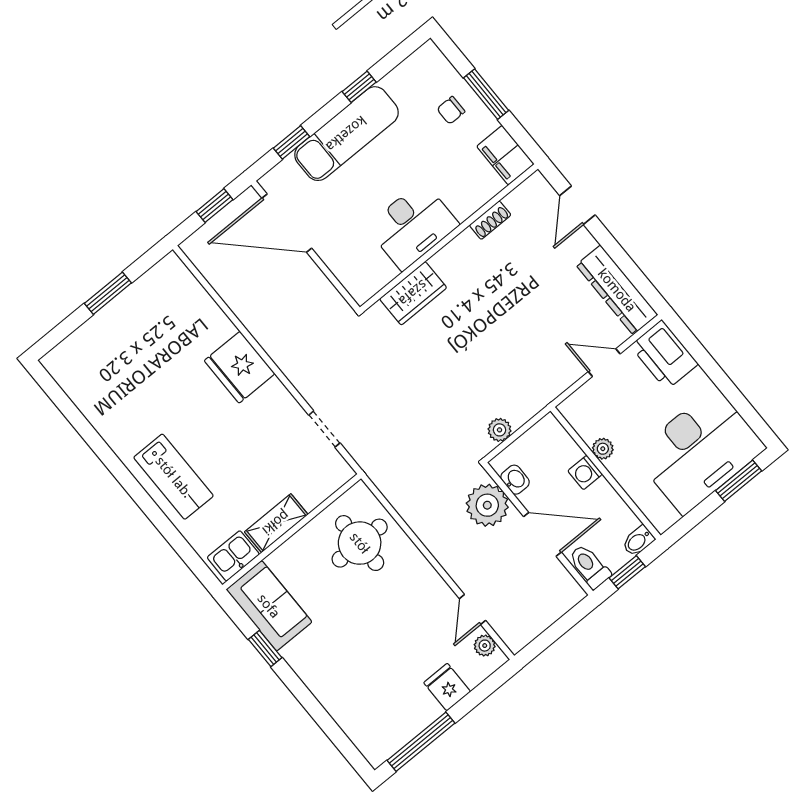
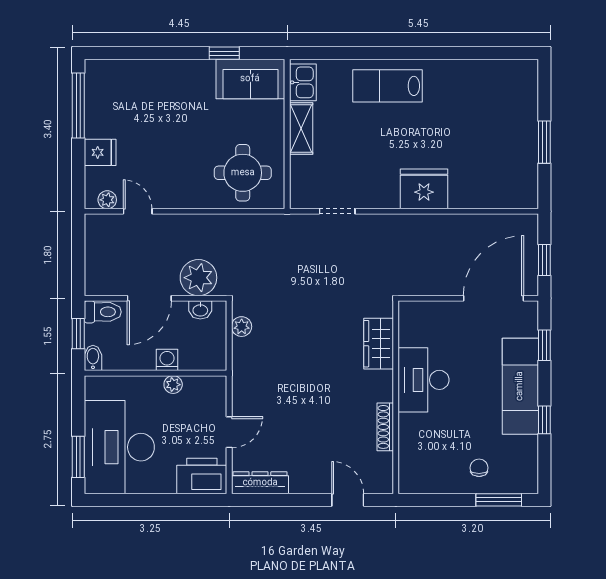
window: (486, 94) -> (499, 500), moved
filing cabinet: (505, 155) -> (420, 479), removed
shoe rack: (490, 220) -> (385, 427), width x1.43
dresser: (617, 290) -> (260, 483), width x0.73, depth x0.80

